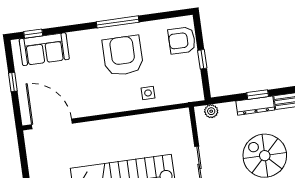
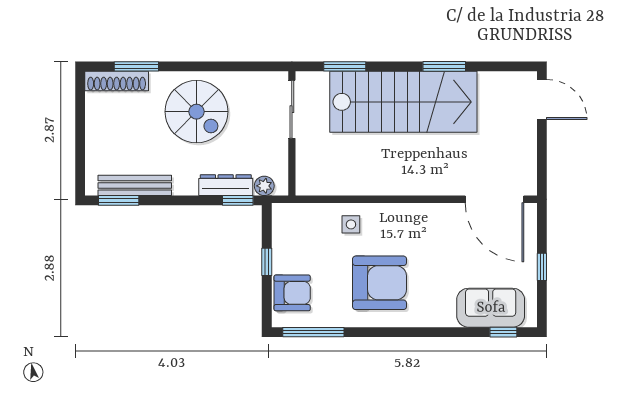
window: (118, 22) -> (313, 332), moved
armchair: (123, 56) -> (380, 283), turned -90
window: (258, 95) -> (238, 200), moved
dresser: (255, 106) -> (226, 185), moved

